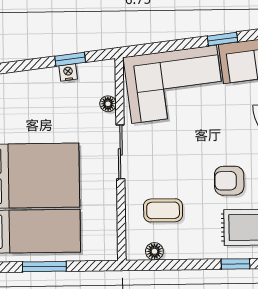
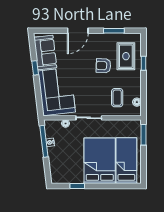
window: (70, 59) -> (44, 141), width x2.17
armchair: (229, 181) -> (103, 66), turned 93
window: (44, 267) -> (143, 135), moved

